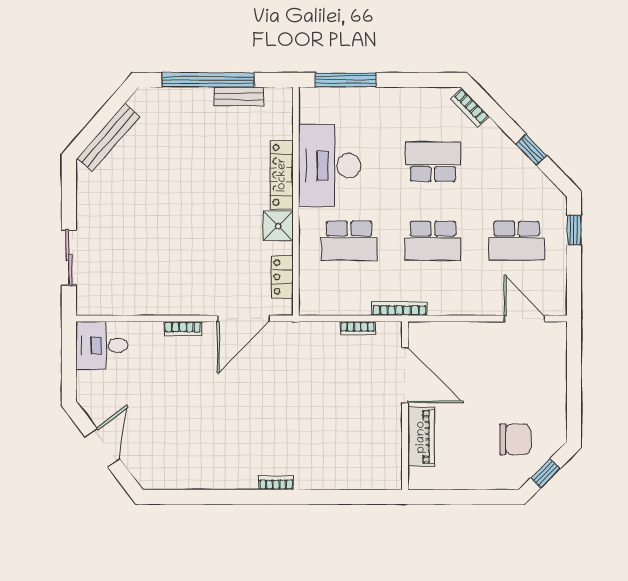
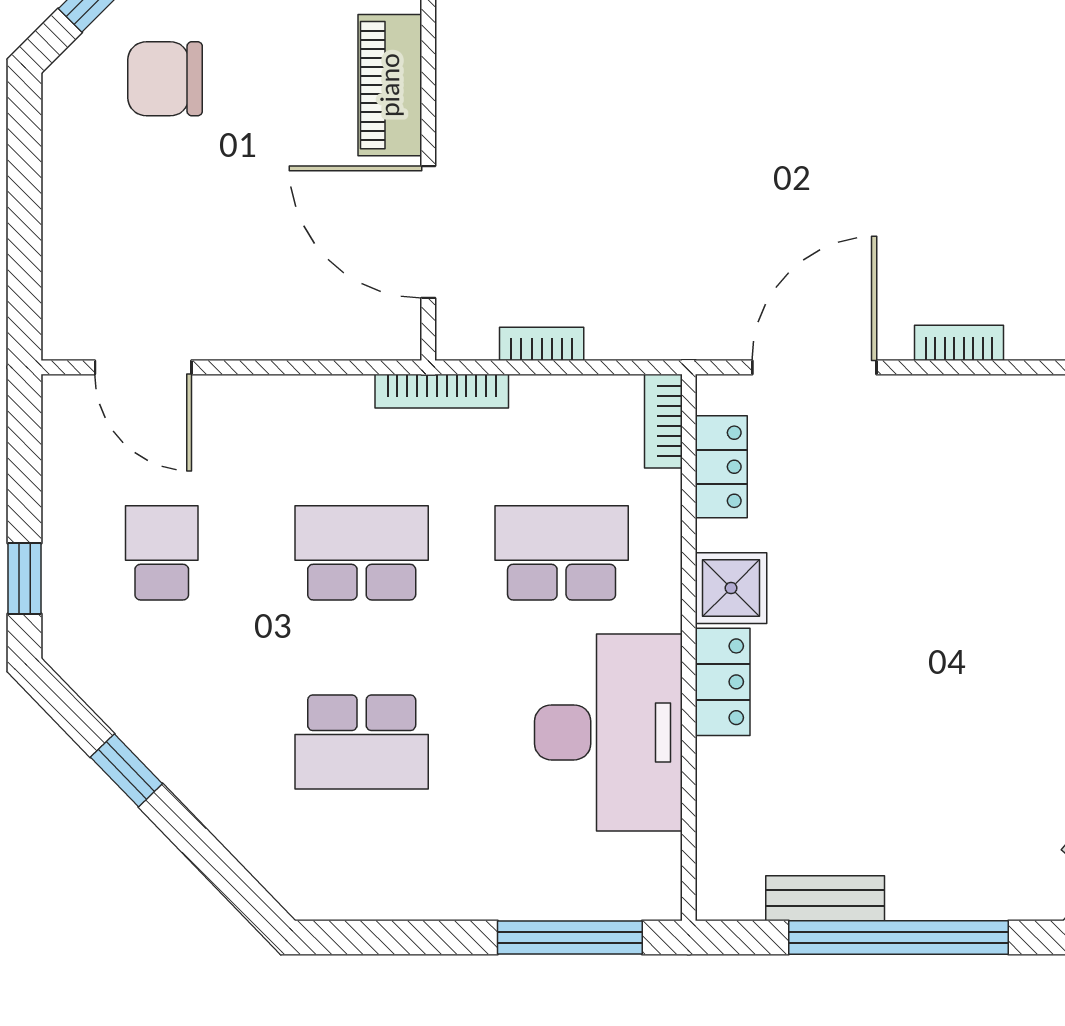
bookcase: (470, 108) -> (663, 421), moved, turned -136
locker: (282, 175) -> (723, 682), width x0.66
school desk: (517, 241) -> (162, 553), width x0.54

